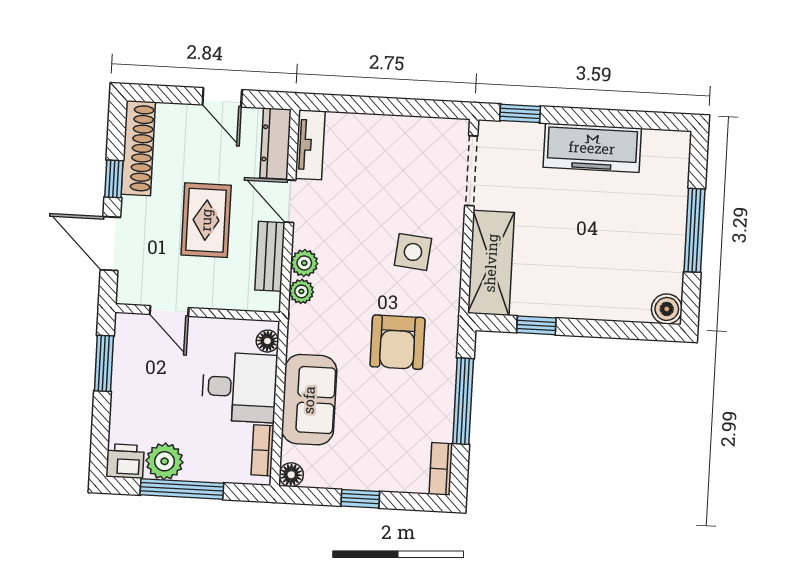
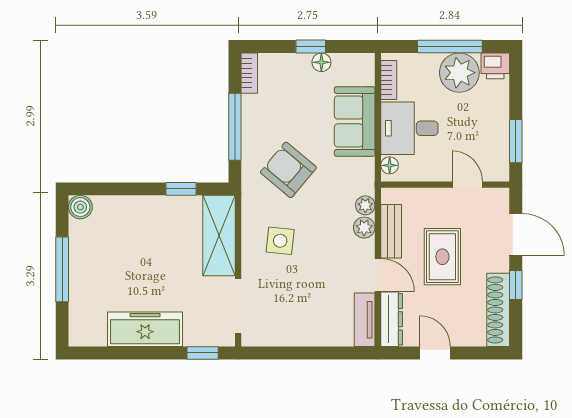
armchair: (397, 342) -> (288, 170), turned -50
plant: (165, 461) -> (459, 73), width x1.36, depth x1.36
floor lamp: (291, 475) -> (321, 62), moved

